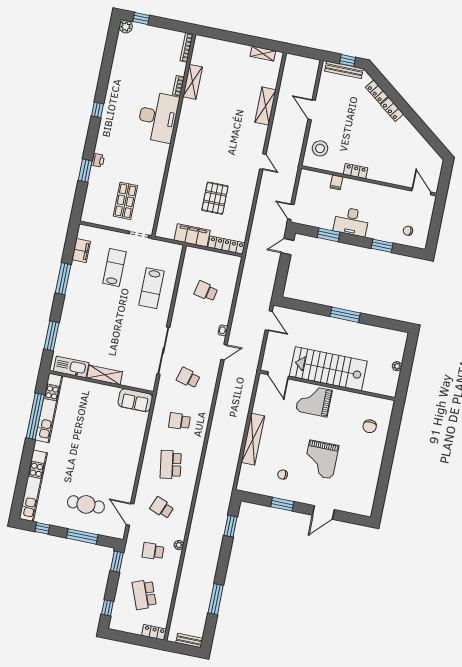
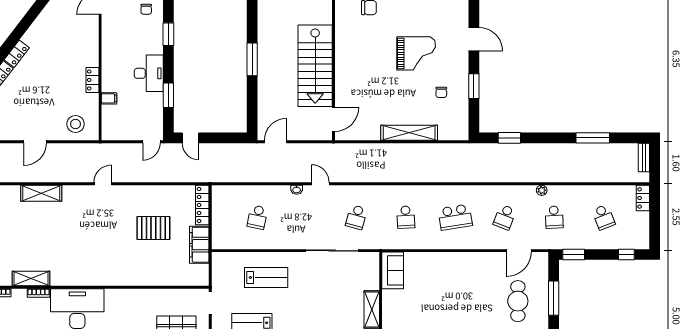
grand piano: (314, 401) -> (353, 74), removed
school desk: (144, 594) -> (604, 217), width x0.54

